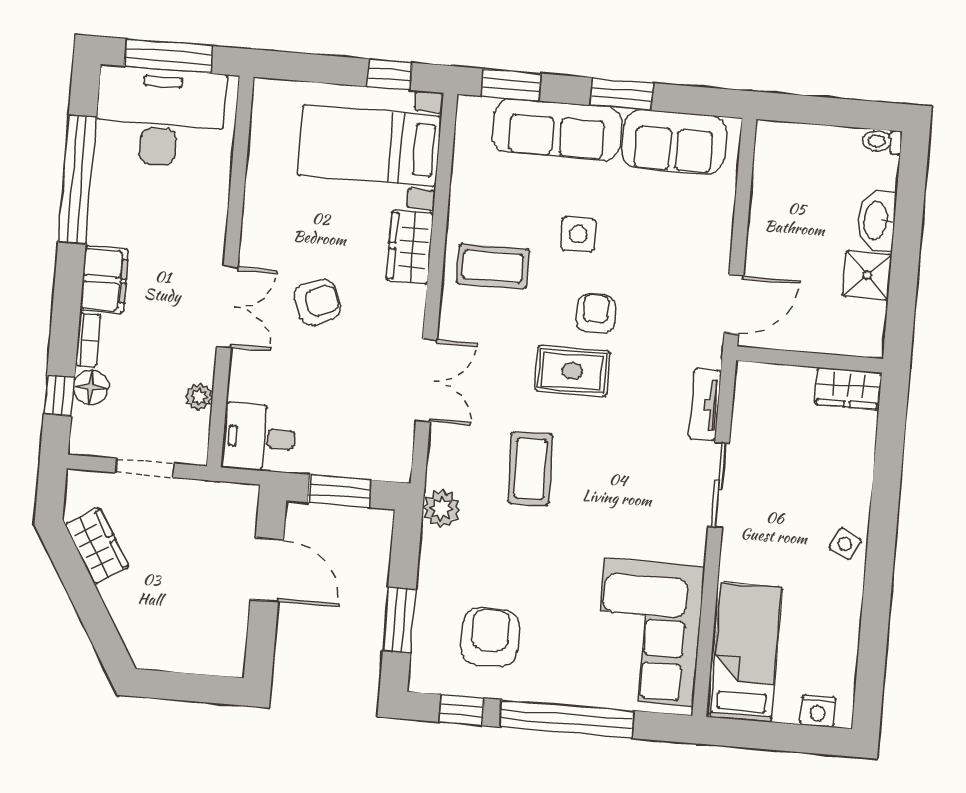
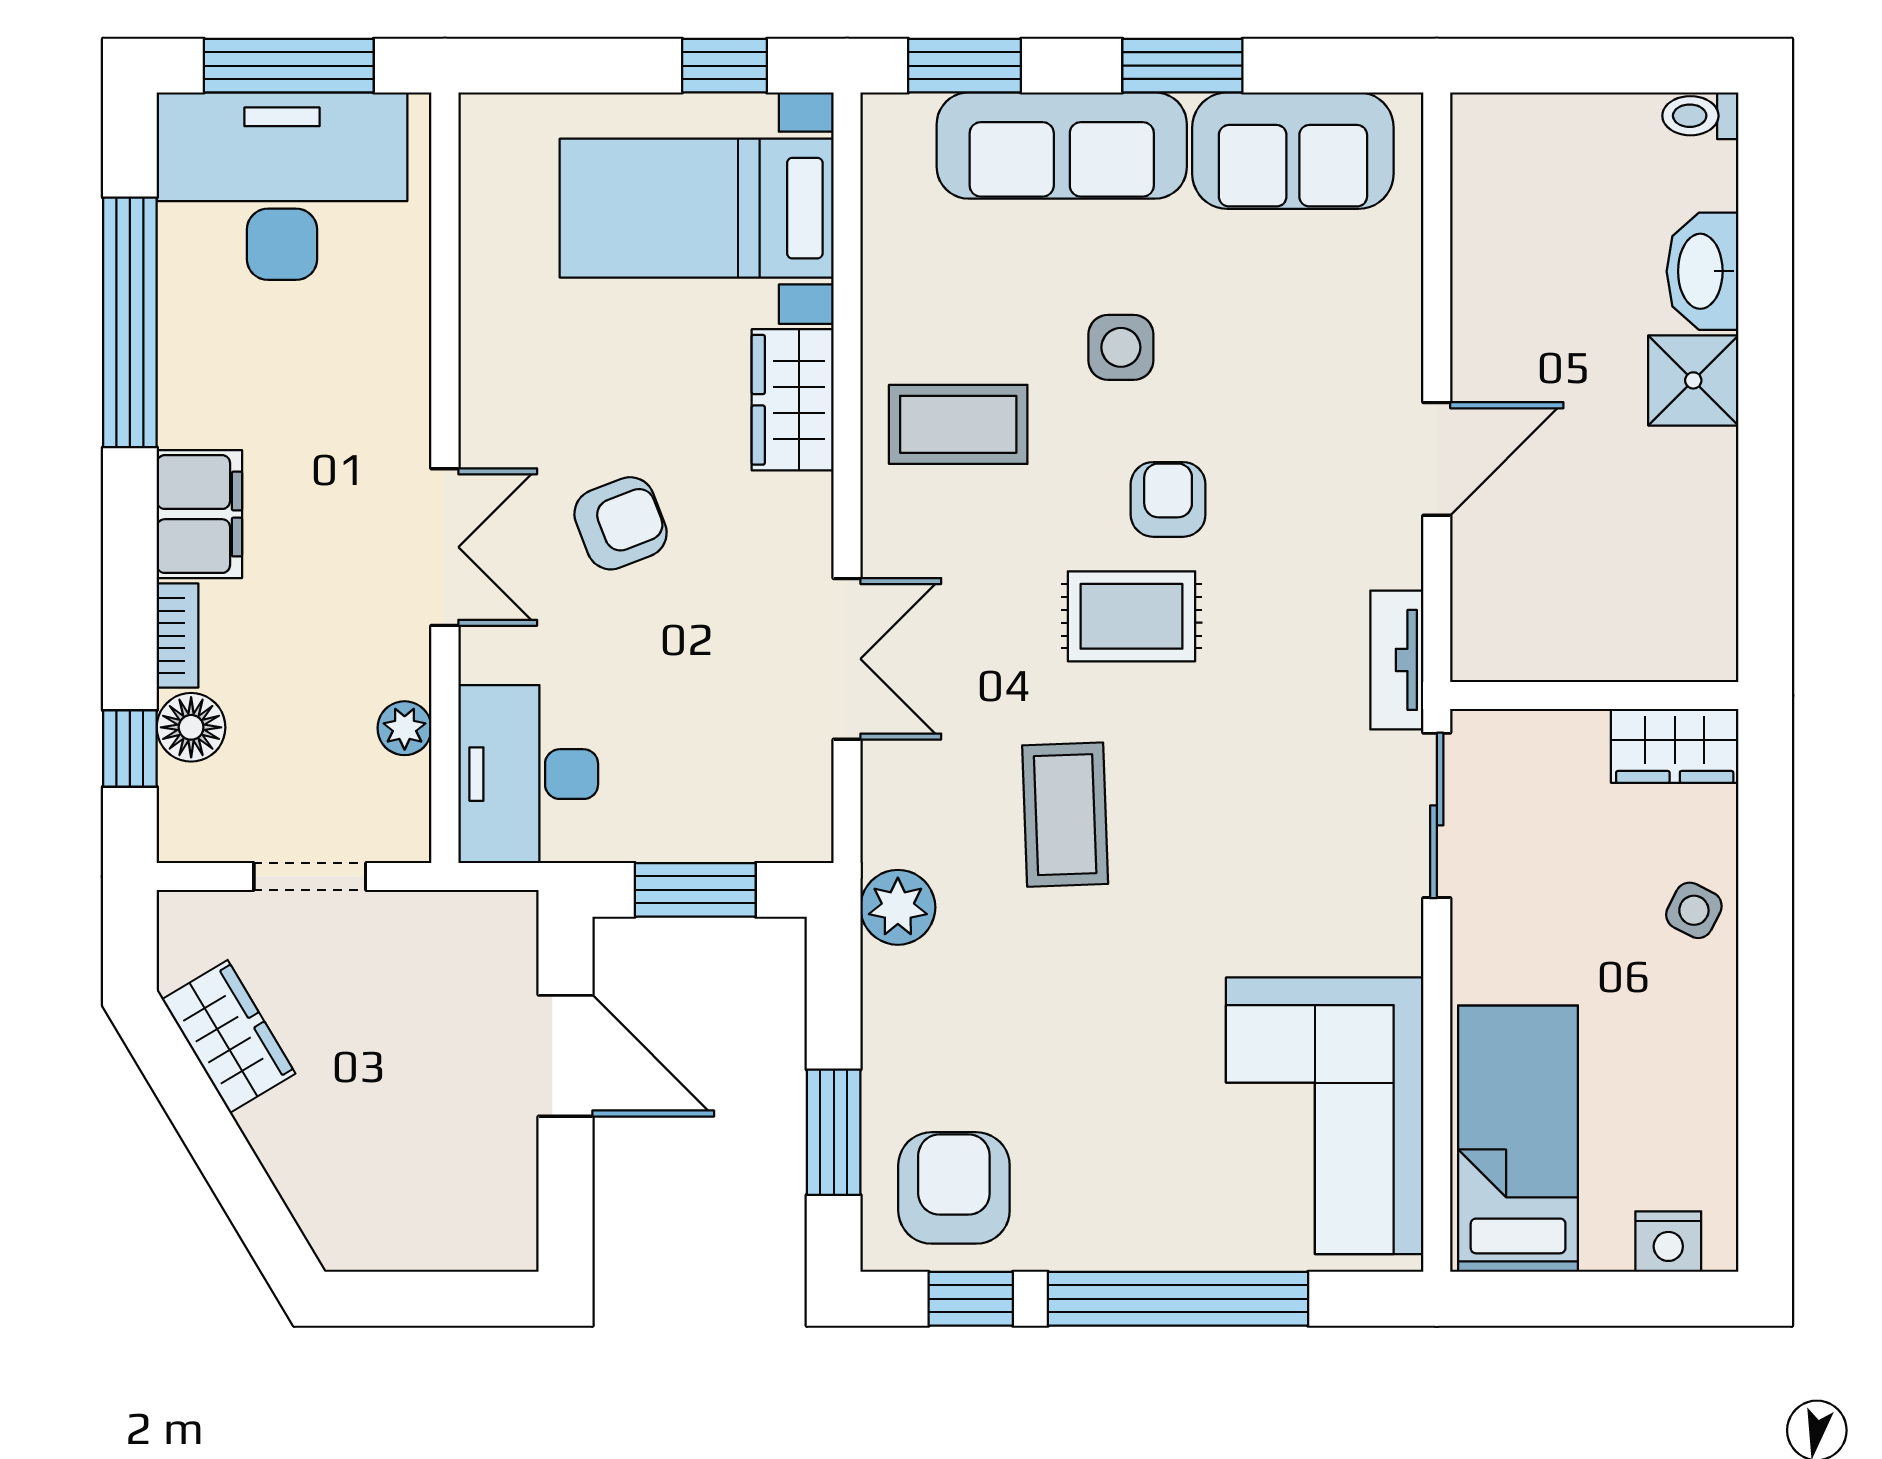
wall: (810, 360) -> (1594, 696), moved
wardrobe: (848, 388) -> (1675, 746), moved
desk: (259, 438) -> (528, 774), width x1.37
armchair: (490, 637) -> (954, 1188), moved

